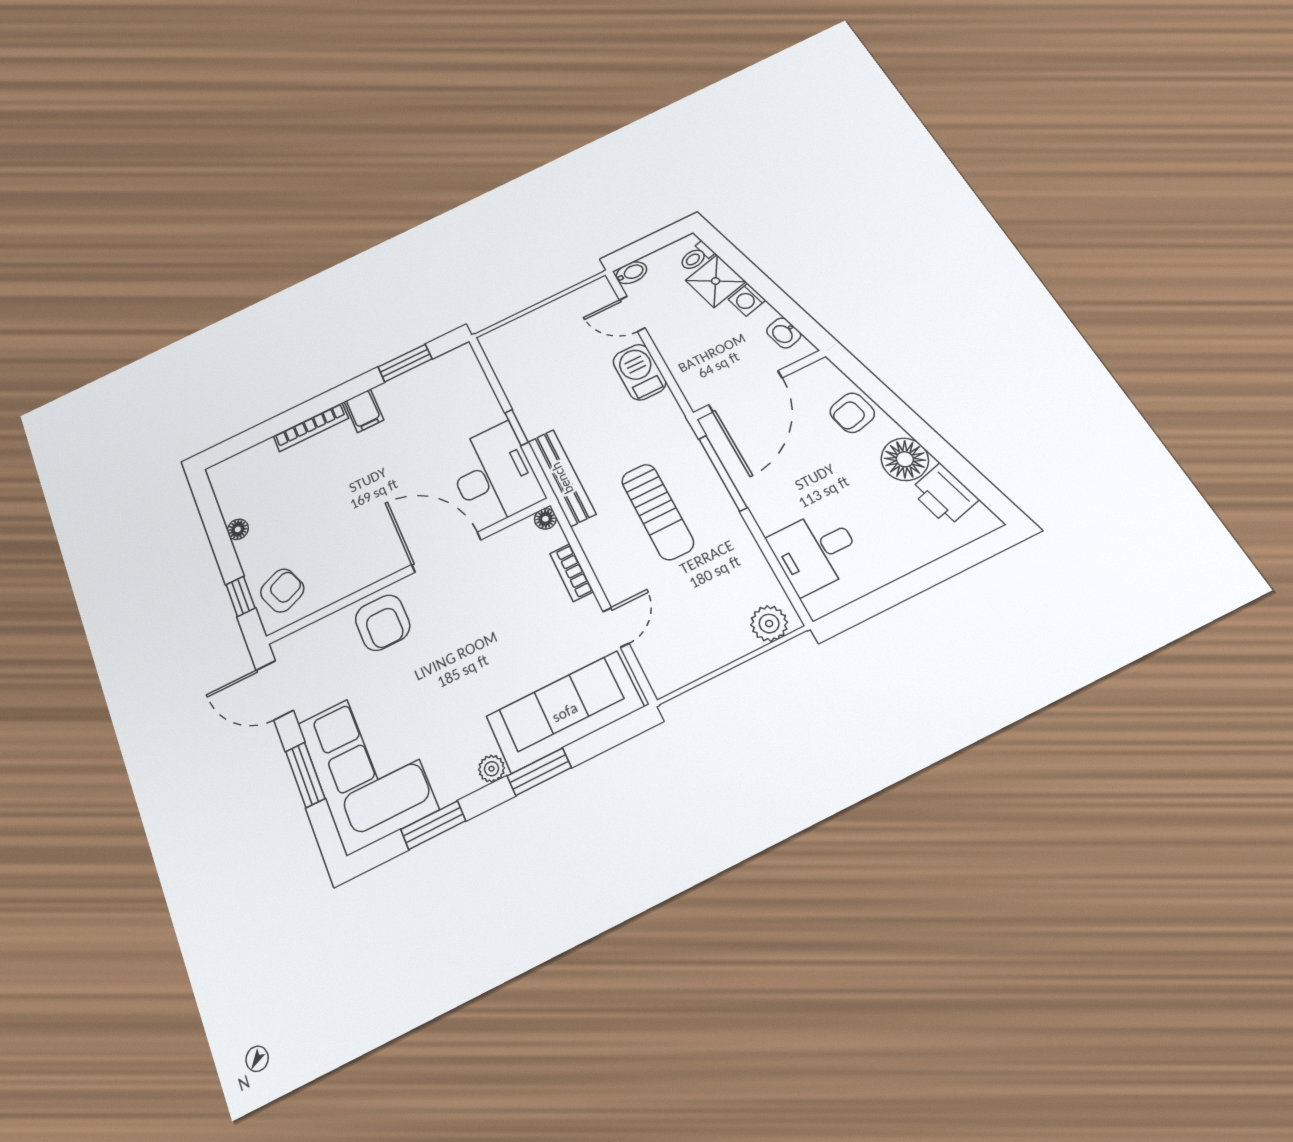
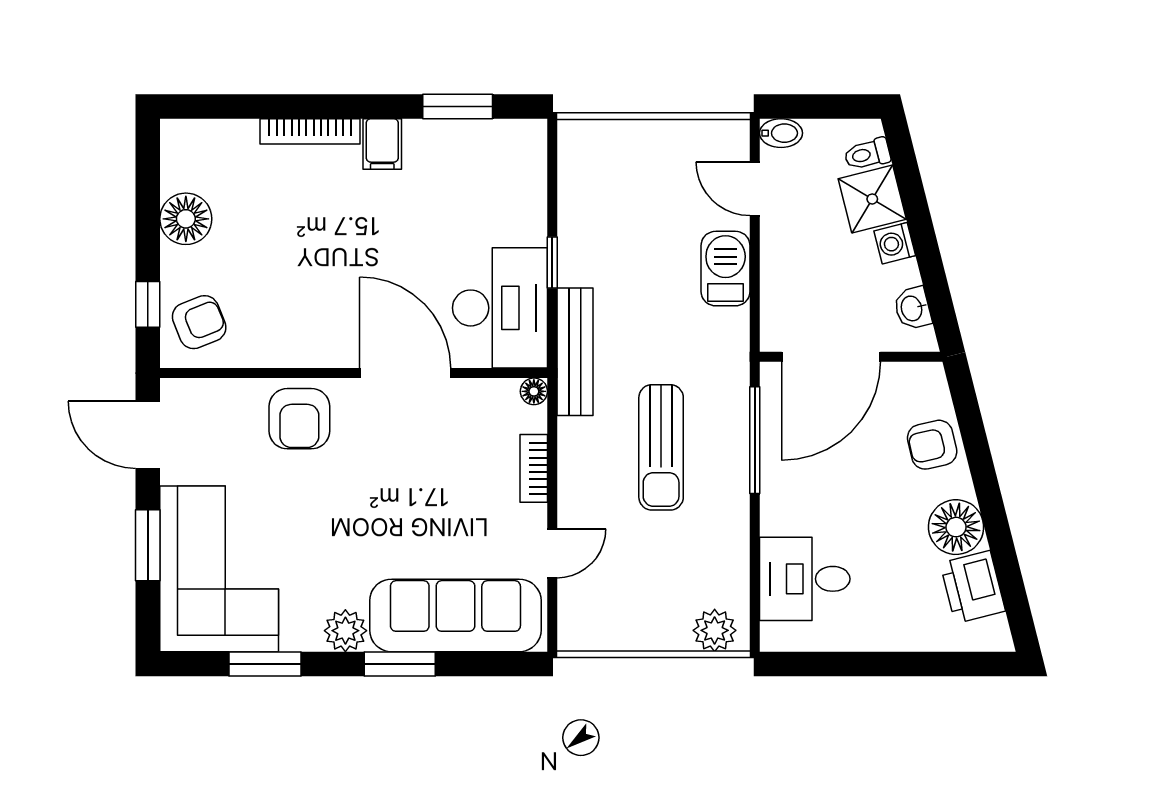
floor lamp: (238, 529) -> (186, 219), width x1.89, depth x1.89
plant: (492, 769) -> (345, 631), width x1.38, depth x1.38

